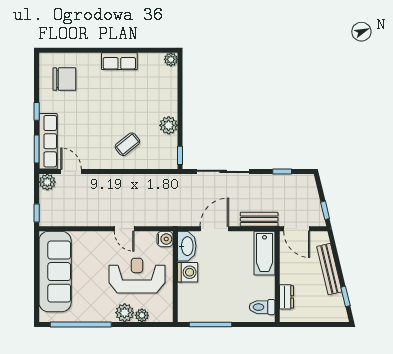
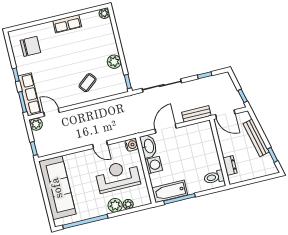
bathtub: (265, 253) -> (170, 191), moved, turned 90

